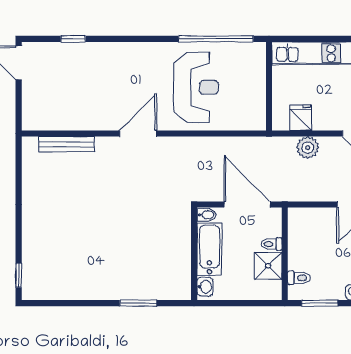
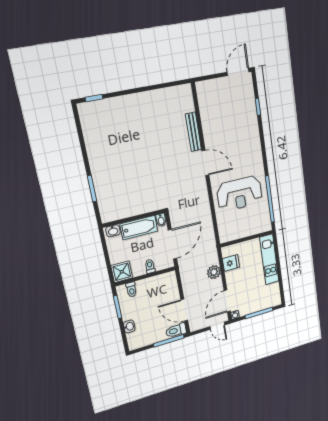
bench: (66, 144) -> (193, 132), moved
shower: (268, 266) -> (122, 272), moved

